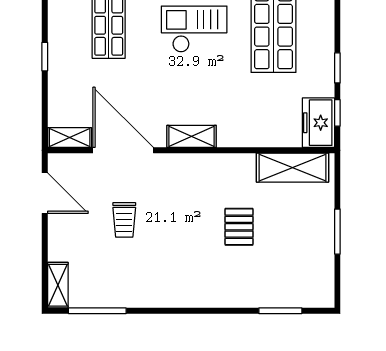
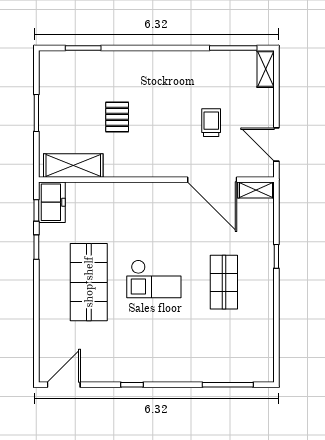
shelving: (192, 136) -> (156, 191), removed

